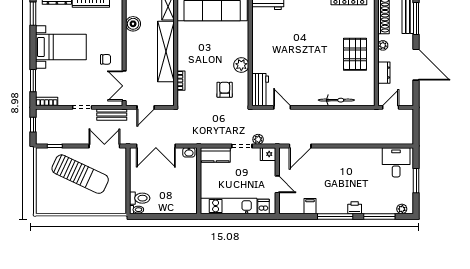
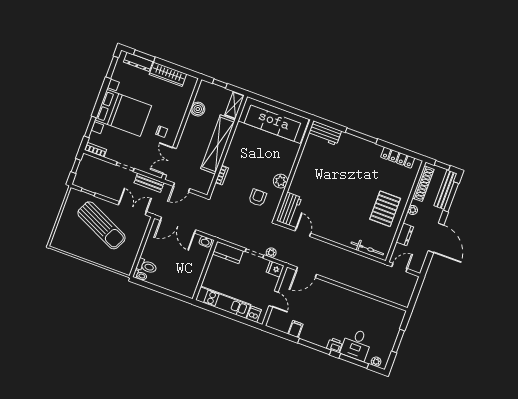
bed with nightstands: (61, 47) -> (123, 113), width x1.36
bicycle: (336, 100) -> (367, 248), moved
desk: (396, 162) -> (356, 344), moved, turned 180

